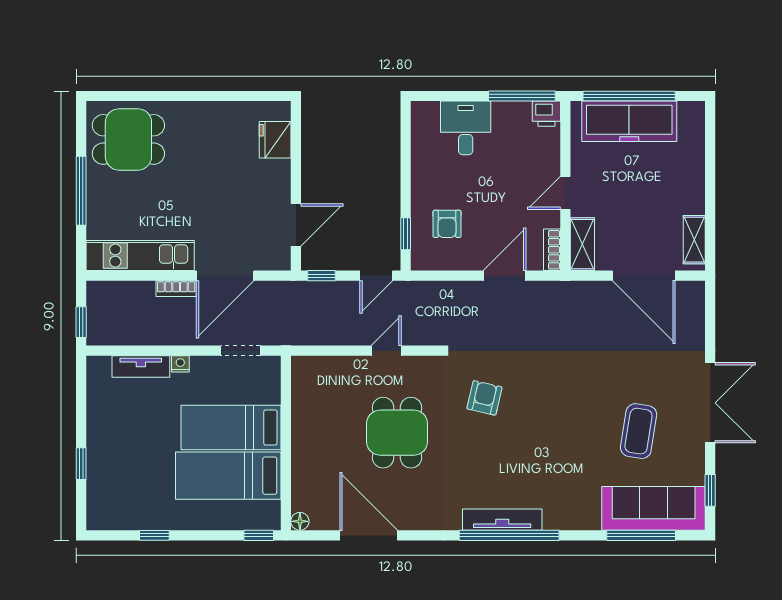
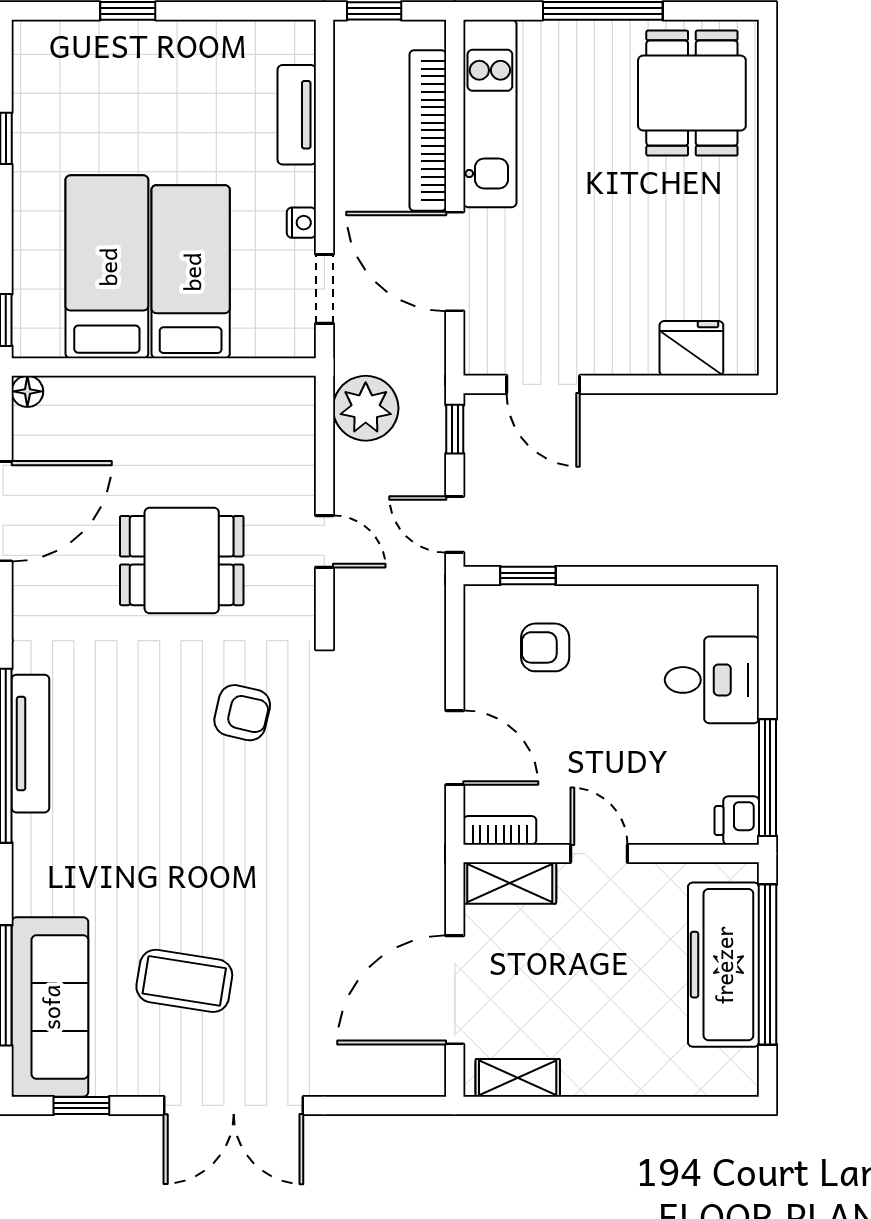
bookcase: (176, 289) -> (428, 130), width x2.31, depth x1.31
plant: (310, 327) -> (366, 408), added
nightstand: (180, 364) -> (301, 223), moved

